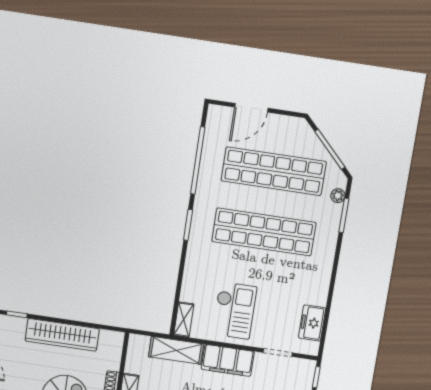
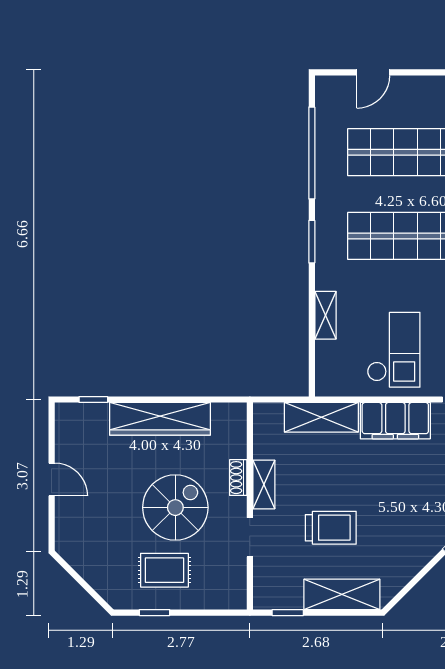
door: (251, 108) -> (373, 72), width x0.73
shelving: (184, 320) -> (325, 315), moved

